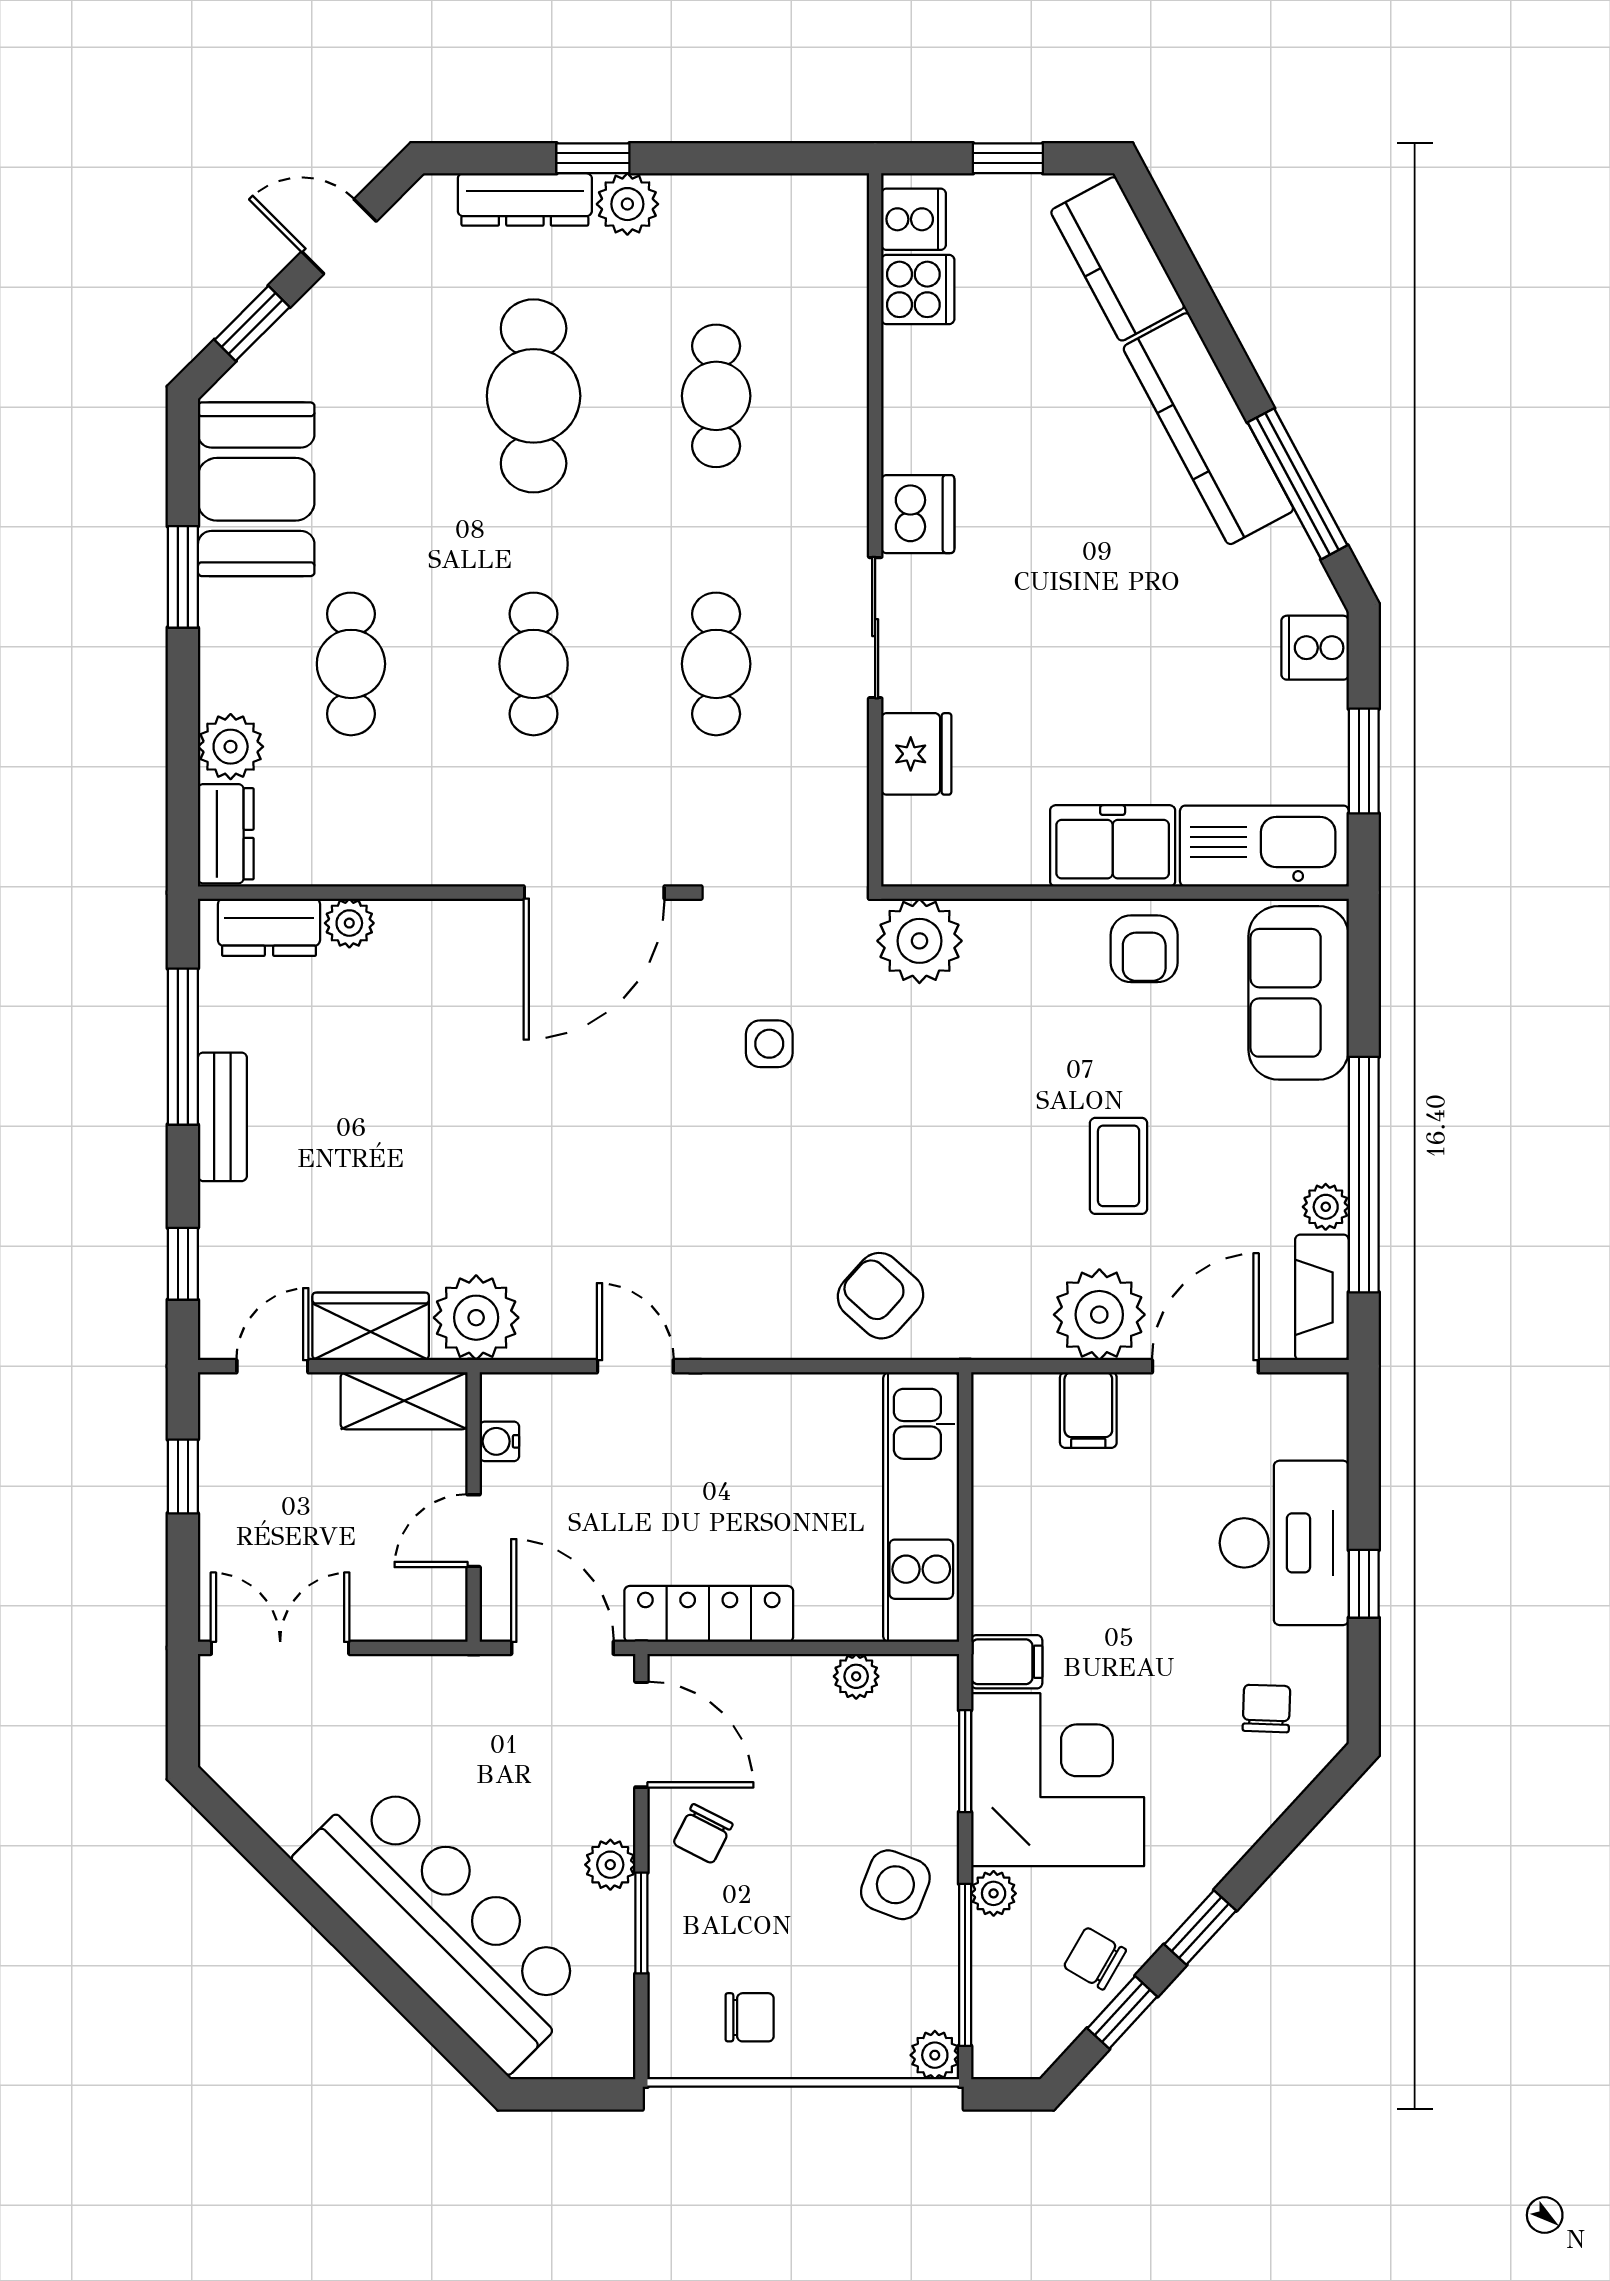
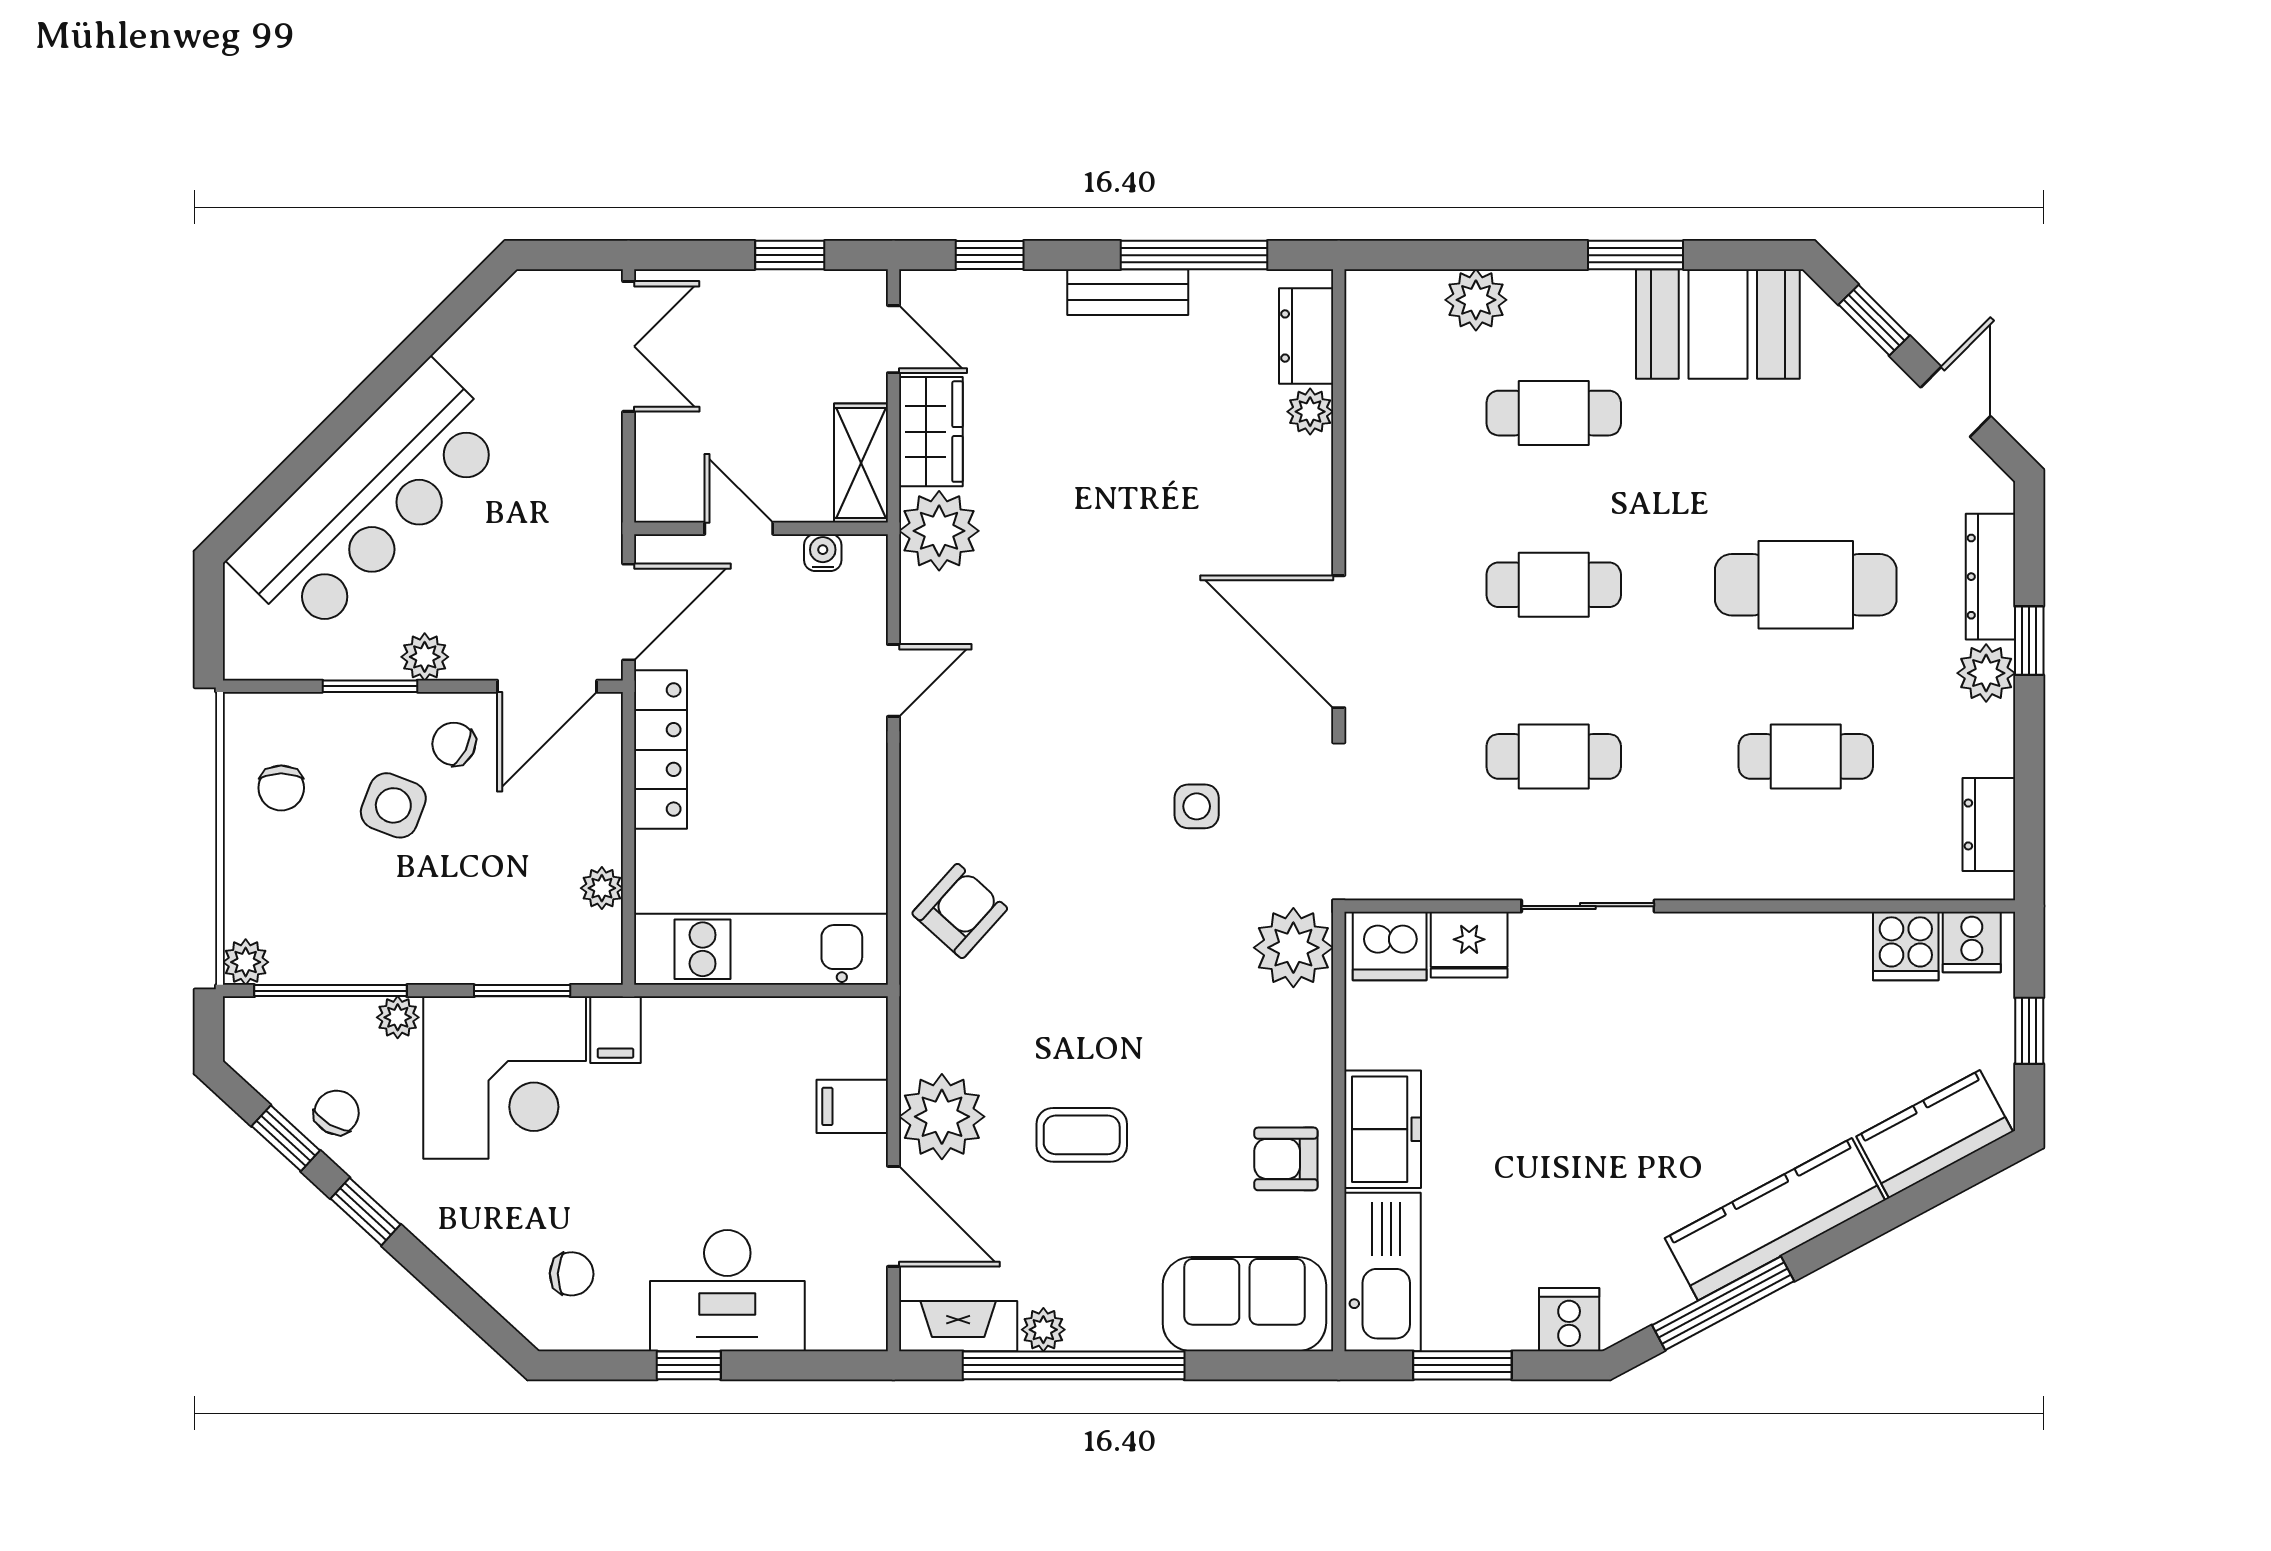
dishwasher: (918, 514) -> (1390, 946), moved
dresser: (226, 834) -> (1989, 824), moved, turned 90
side table: (895, 1885) -> (393, 805), moved

